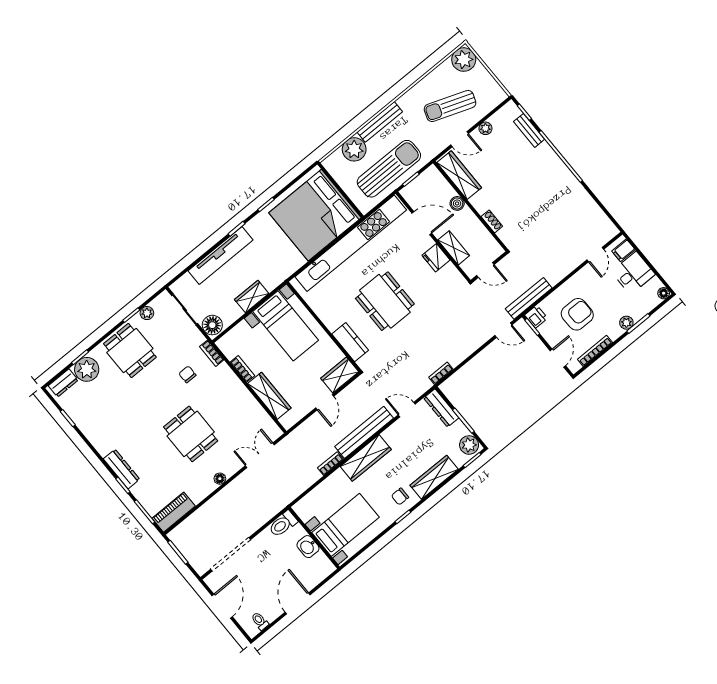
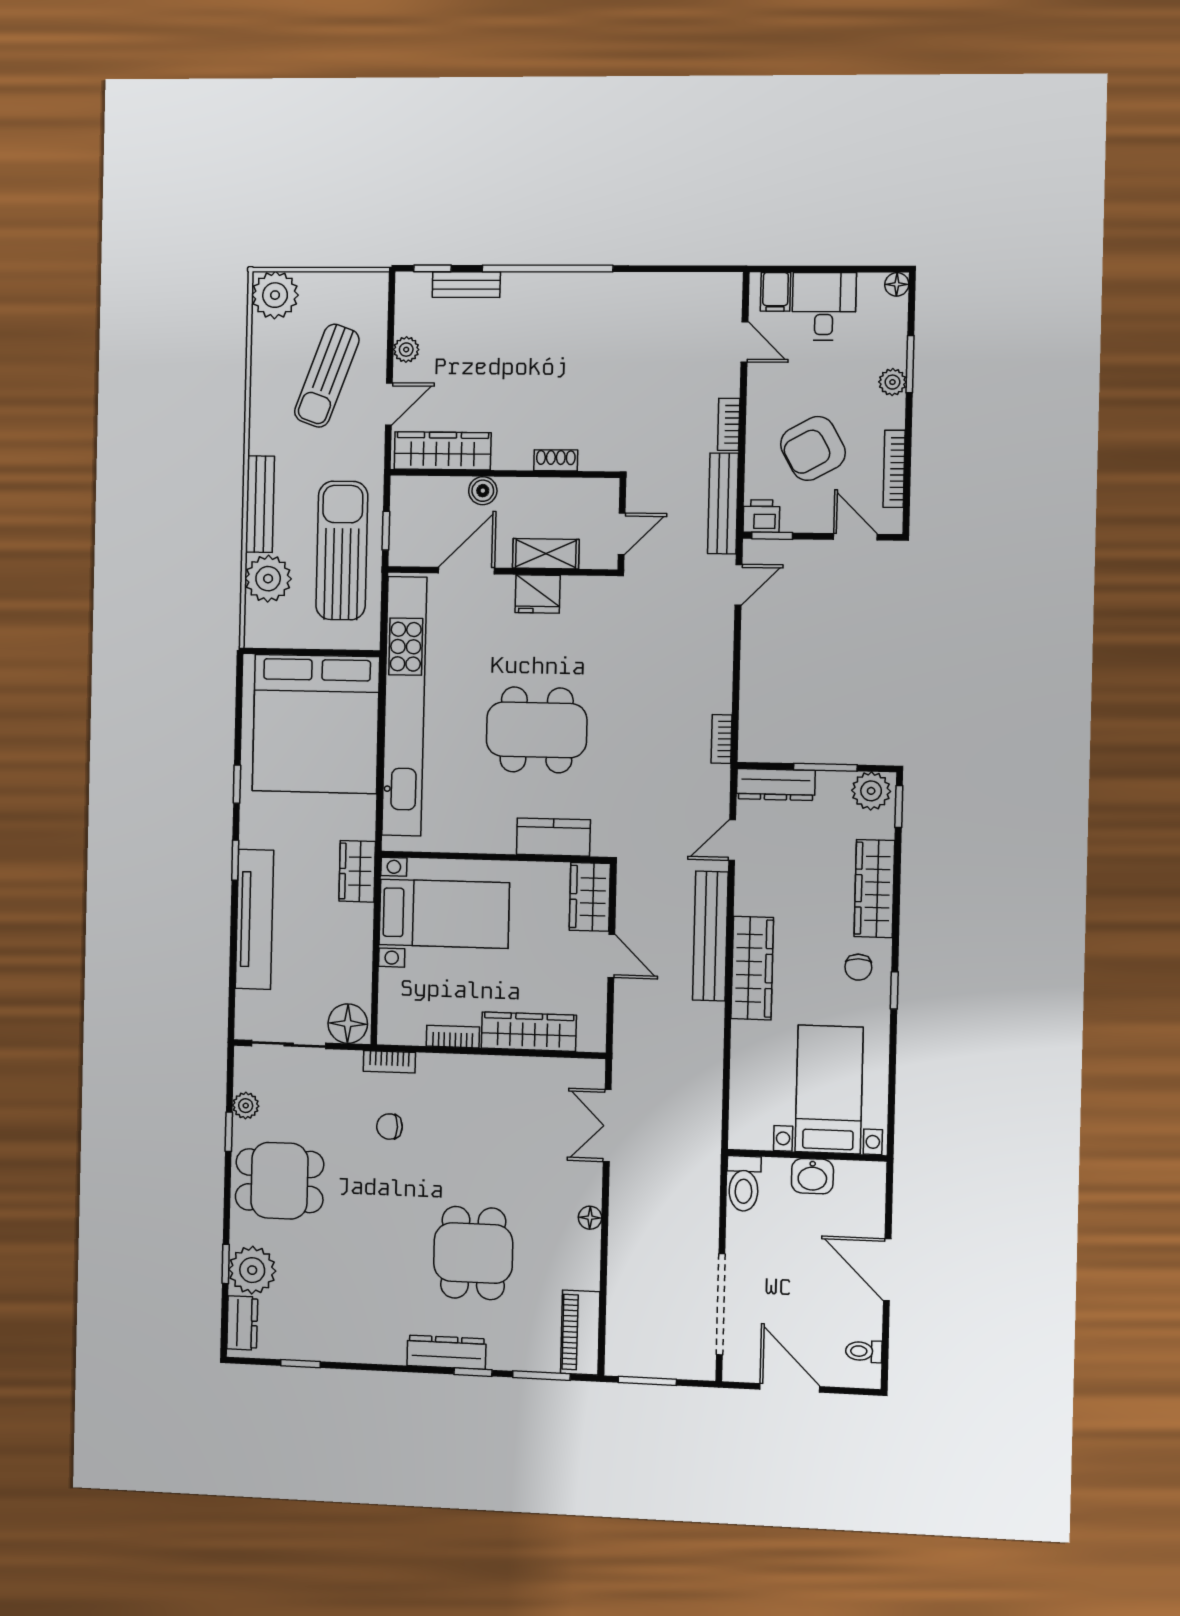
wardrobe: (252, 297) -> (357, 871), moved
armchair: (577, 314) -> (813, 448), turned -119
dining table: (191, 434) -> (473, 1253), moved, turned 90
bookcase: (330, 464) -> (729, 424), moved

